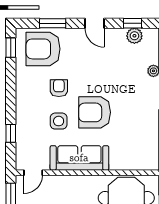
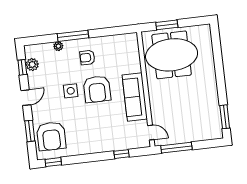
armchair: (59, 88) -> (87, 58), moved
side table: (59, 121) -> (71, 91), moved

